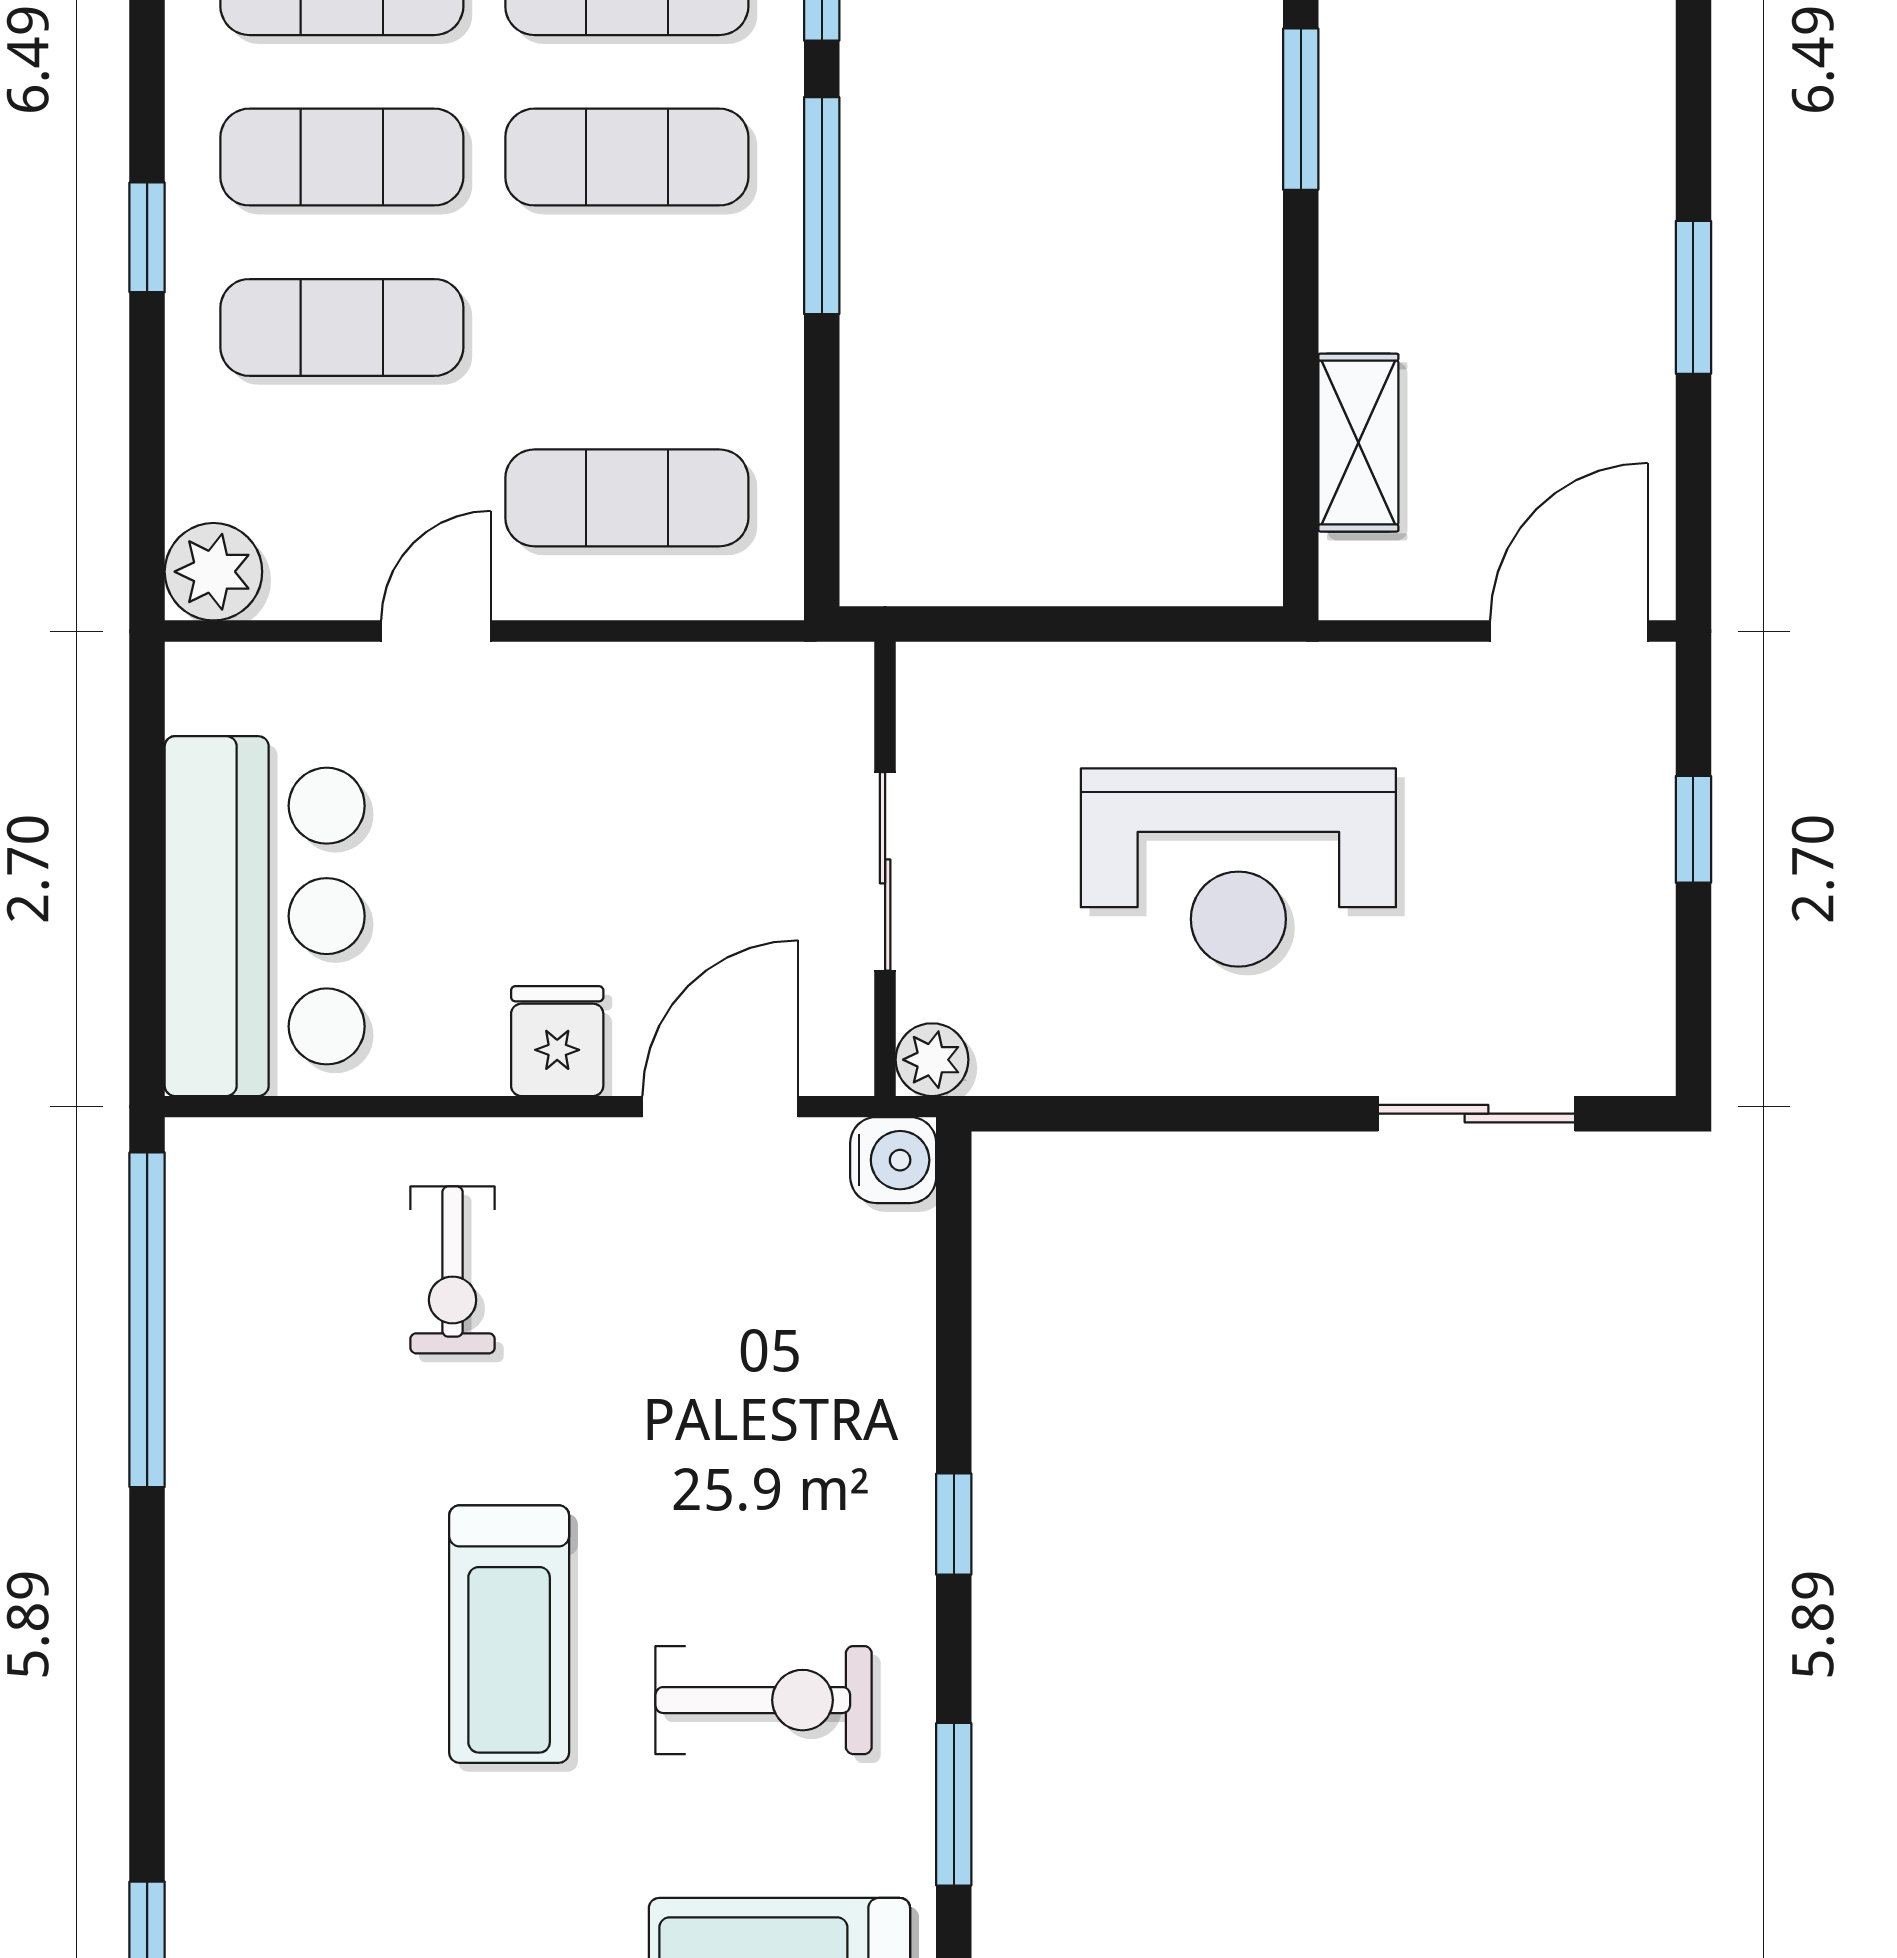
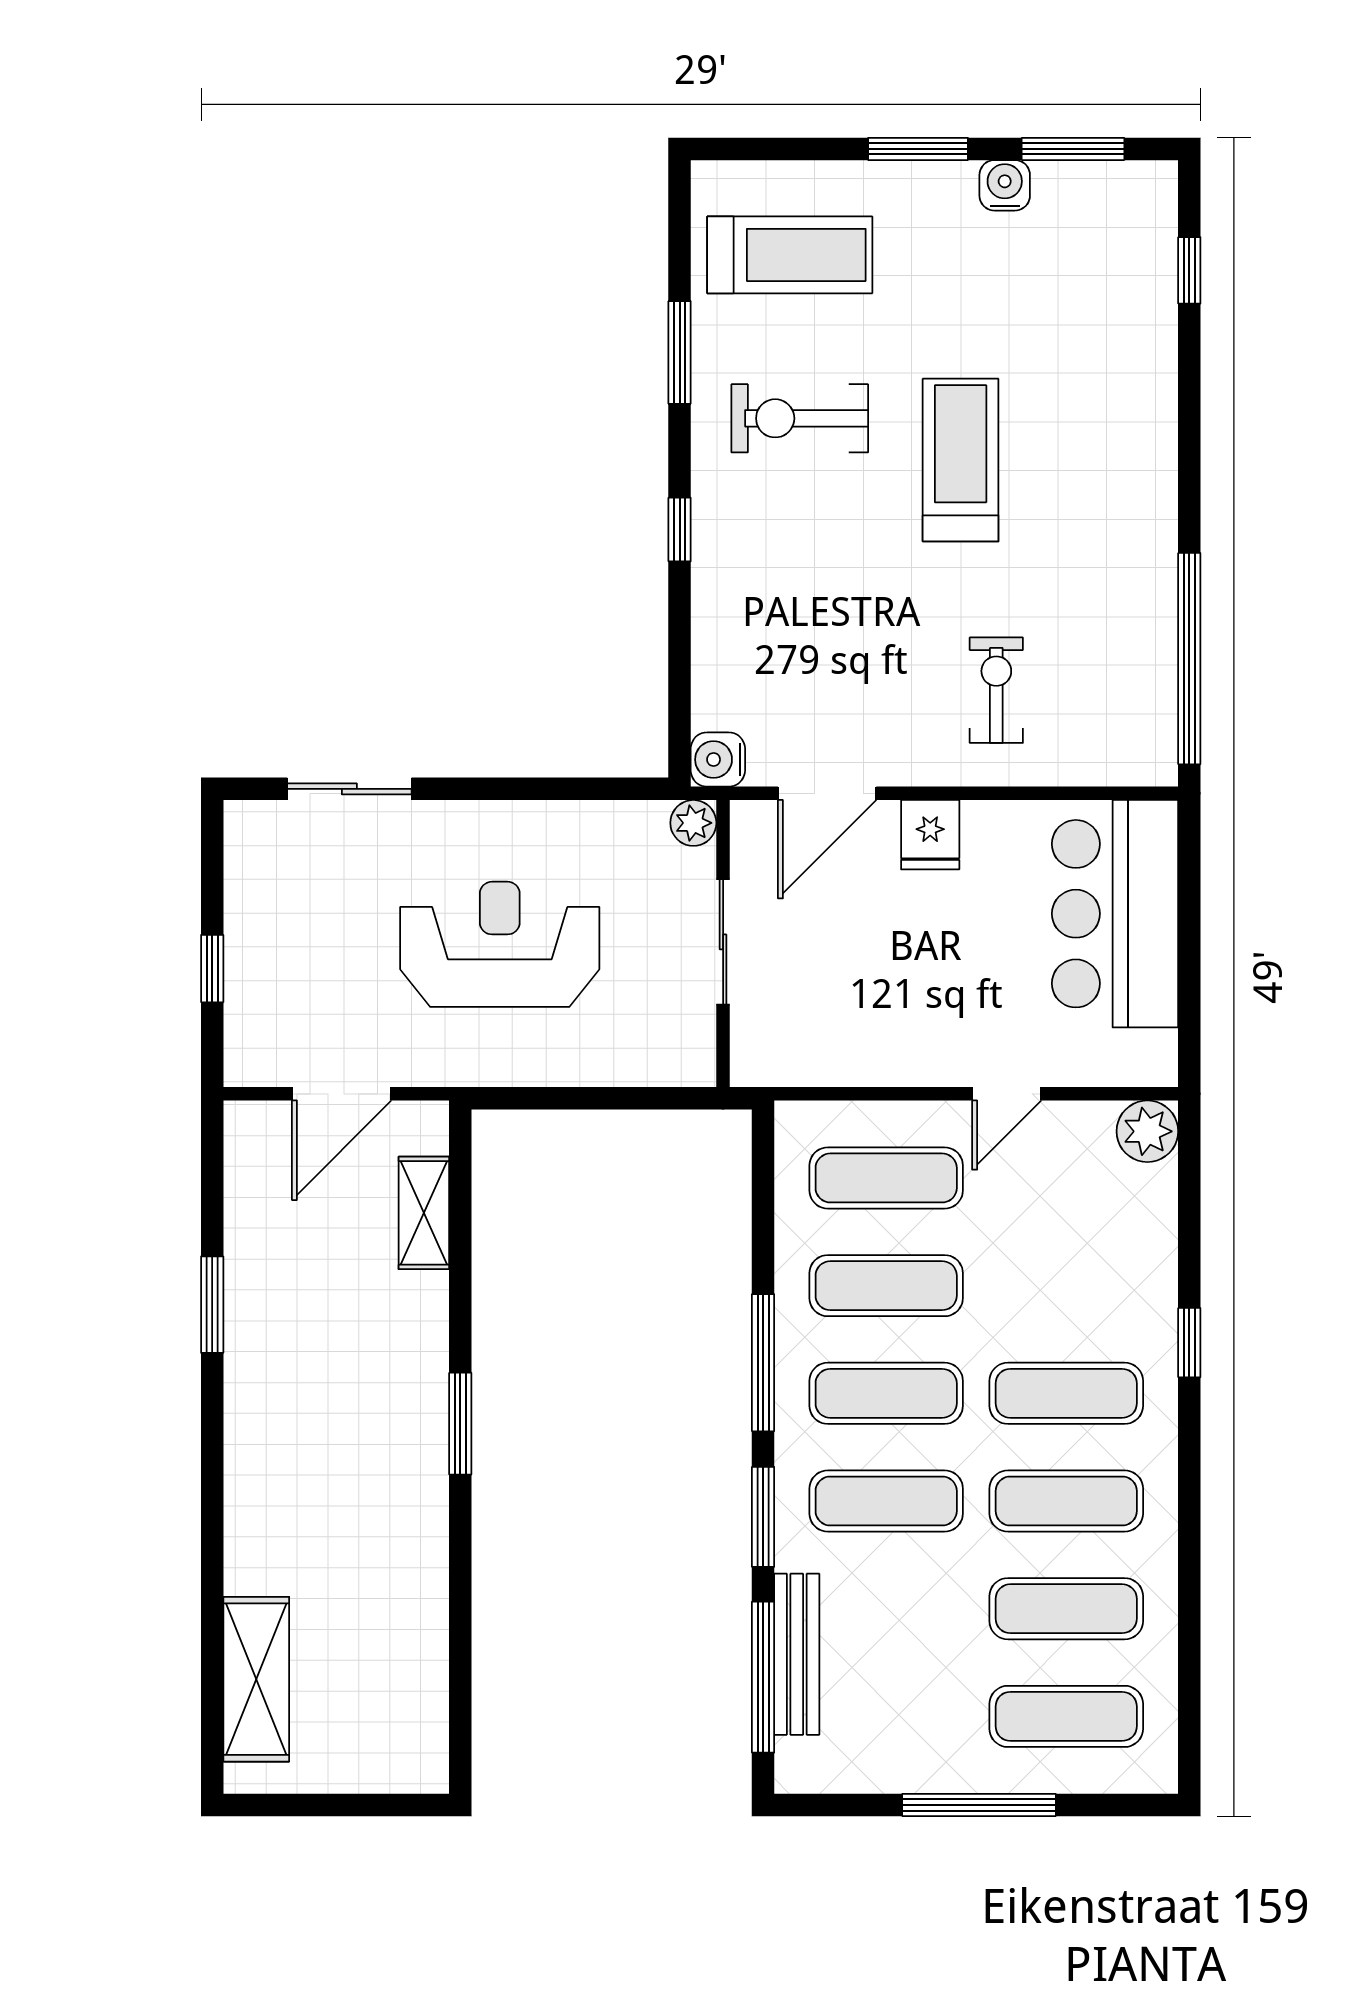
exercise mat: (342, 327) -> (886, 1286), moved
door: (1569, 631) -> (342, 1094), moved

